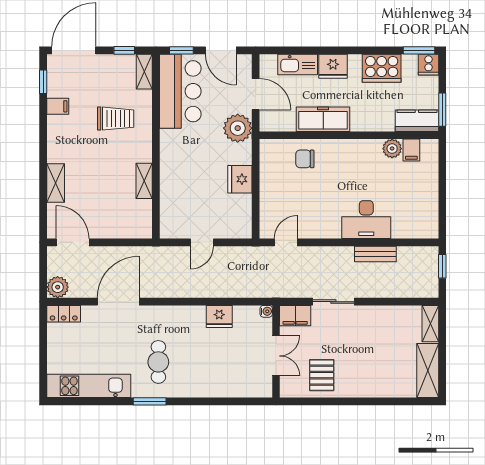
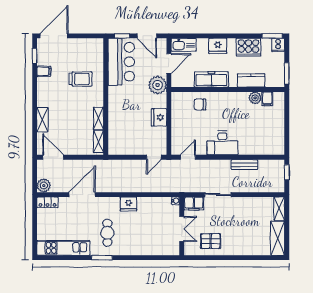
window: (124, 50) -> (86, 36), removed
kitchen sink: (298, 64) -> (184, 45), moved
shelving: (144, 72) -> (98, 142), moved
door: (256, 94) -> (169, 64), hinge flipped
kitchen counter: (417, 121) -> (251, 80), moved
desk: (366, 220) -> (222, 143), moved
door: (202, 242) -> (154, 157), moved
fridge: (219, 316) -> (129, 204), moved
pallet: (322, 375) -> (211, 241), turned 90

